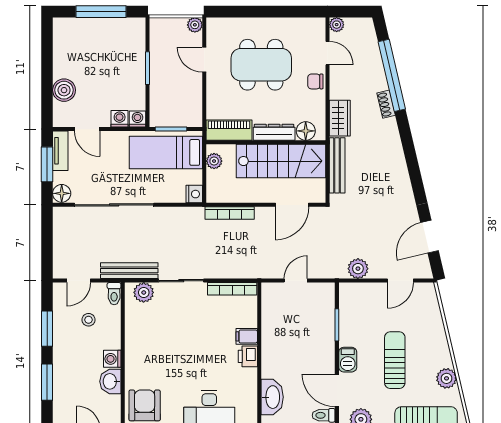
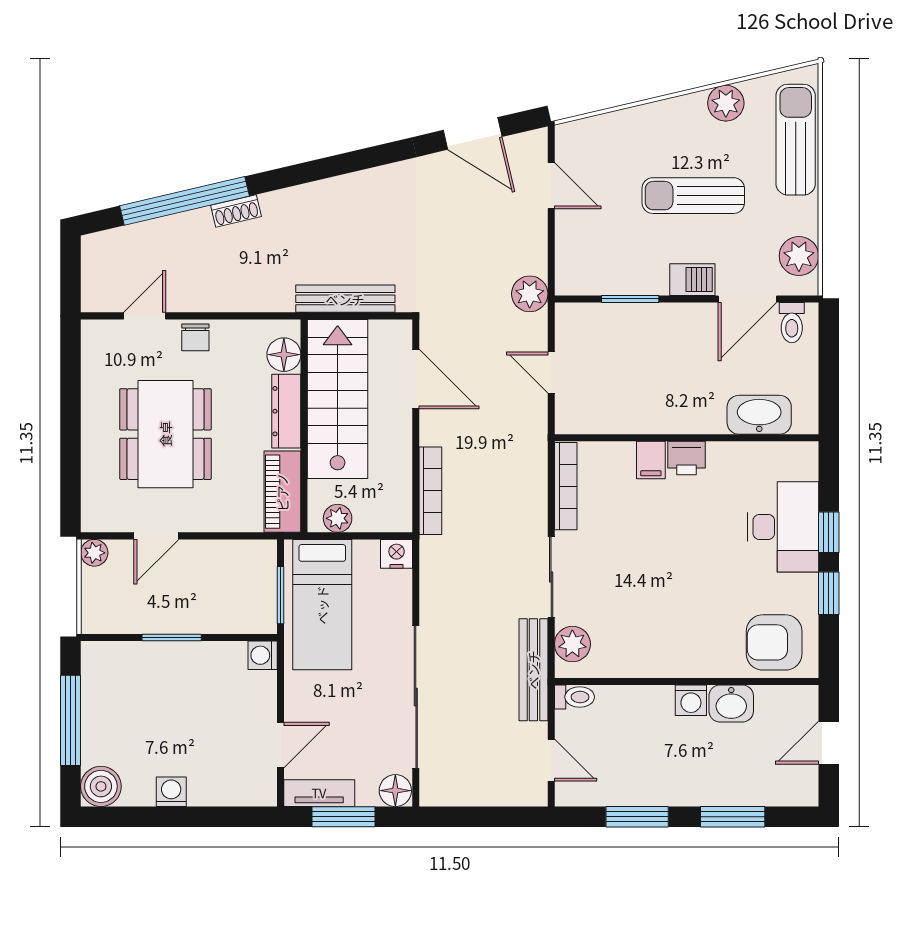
plant: (337, 25) -> (94, 299), removed
boiler: (64, 90) -> (101, 786), moved
wardrobe: (340, 118) -> (261, 294), removed
washing machine: (120, 119) -> (171, 792), moved, turned 90
plant: (358, 269) -> (530, 294), moved
stool: (89, 320) -> (621, 743), removed

